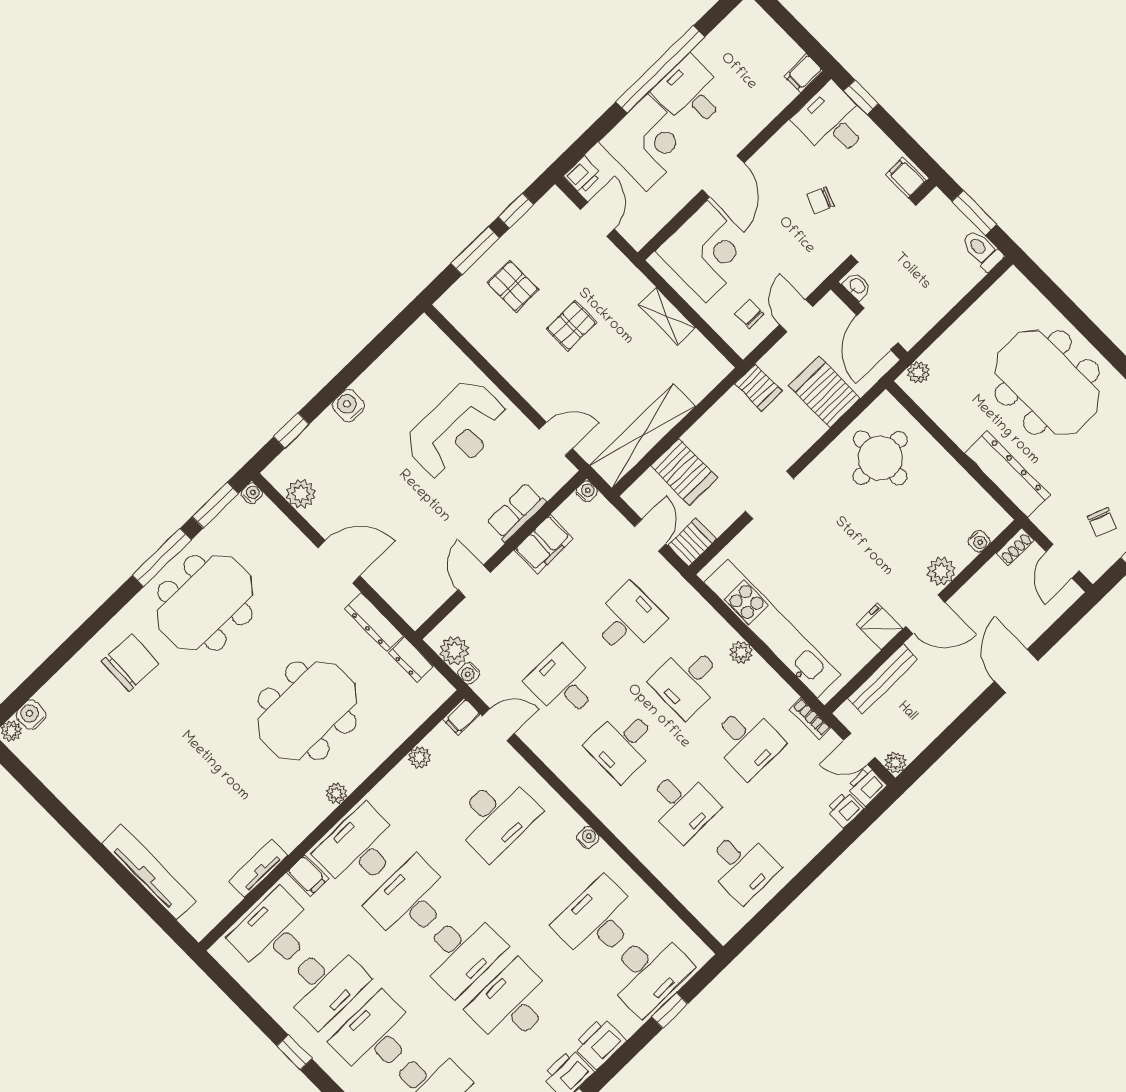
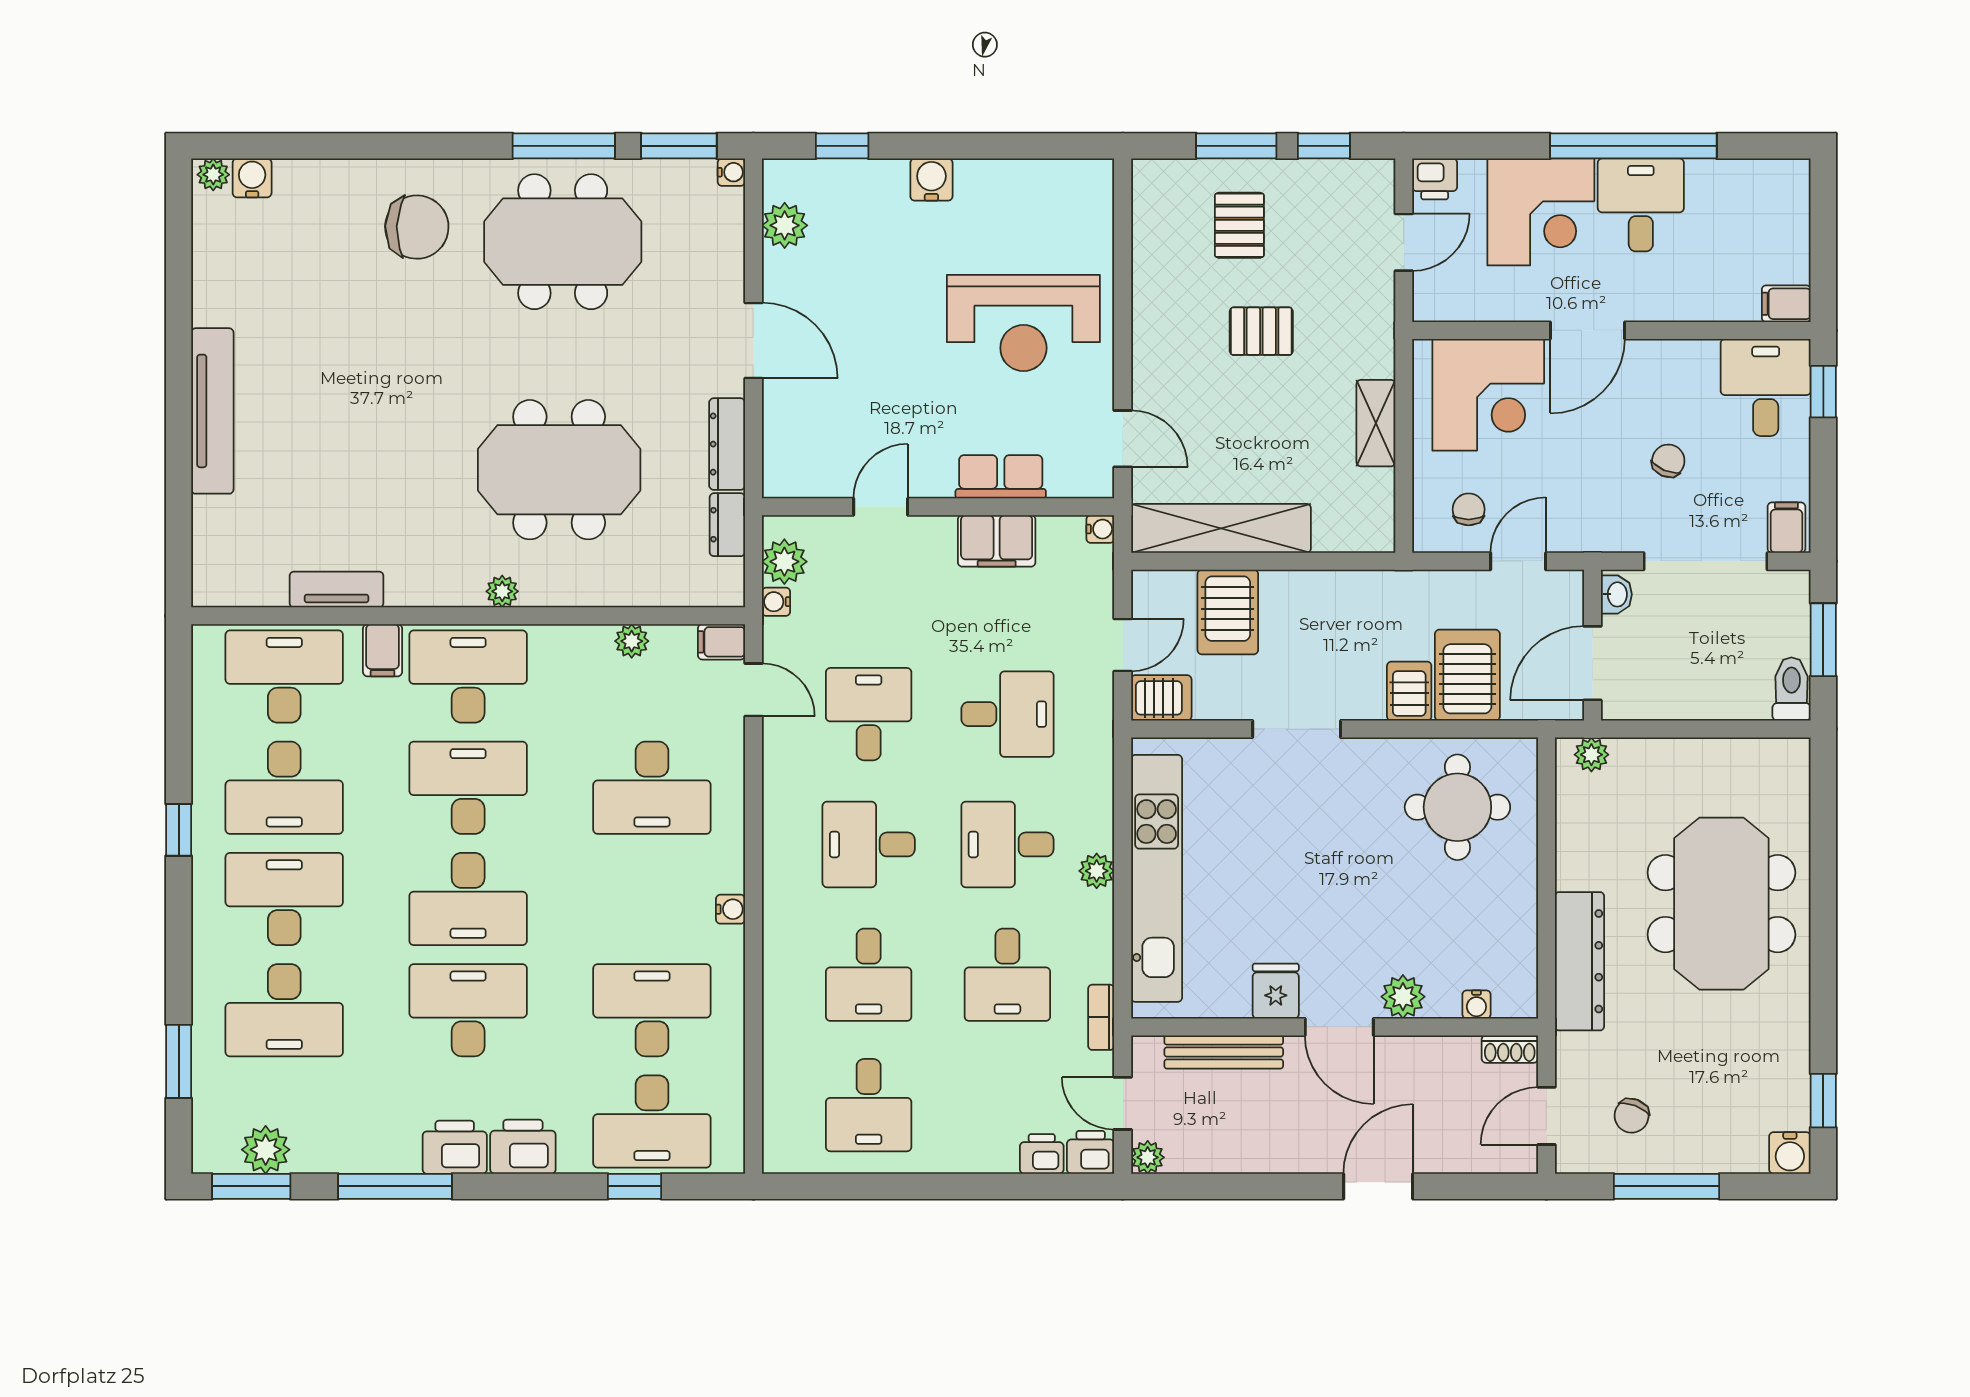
chair: (820, 200) -> (1668, 461), turned 91
server rack: (758, 387) -> (1409, 691), moved, turned 180
tv unit: (149, 872) -> (212, 411), moved

